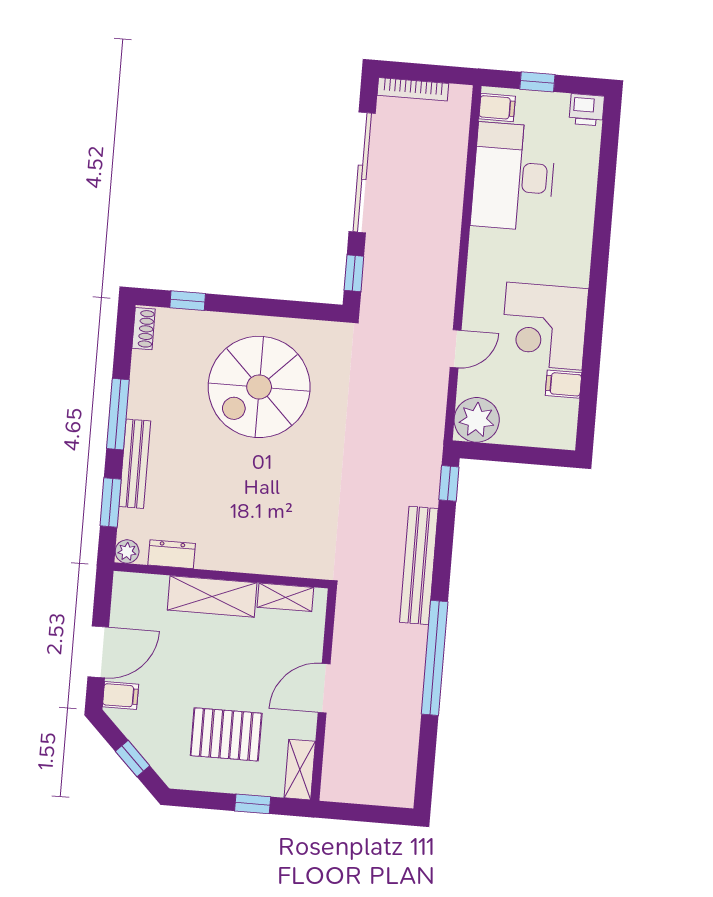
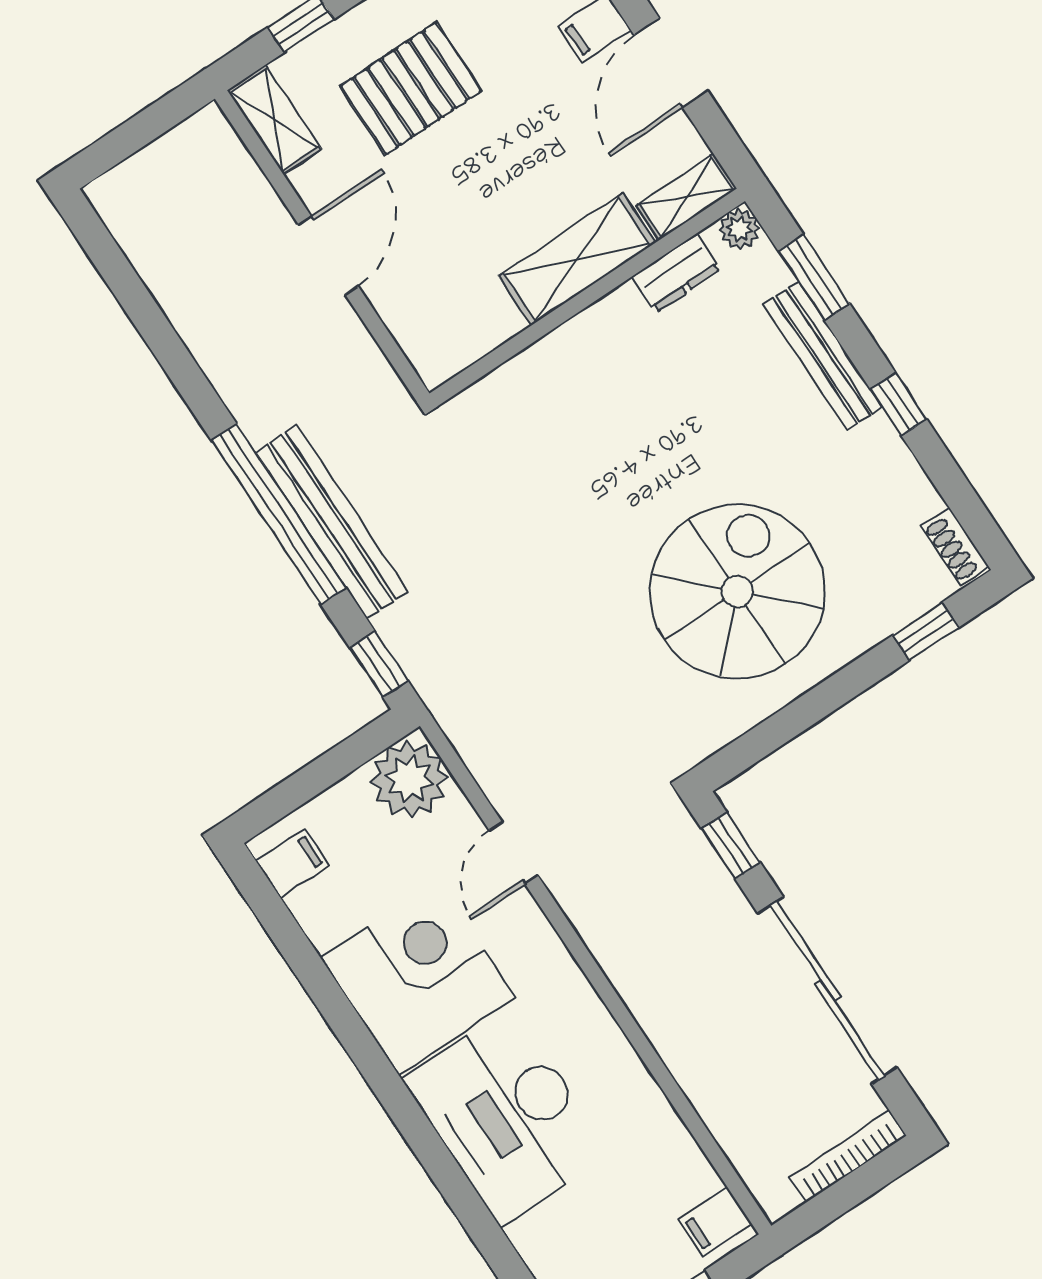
desk: (513, 177) -> (507, 1116), moved, turned 180
filing cabinet: (563, 384) -> (293, 863), moved
window: (118, 414) -> (899, 404), width x0.46
shelving: (285, 597) -> (686, 197), moved
window: (435, 658) -> (279, 514), moved

